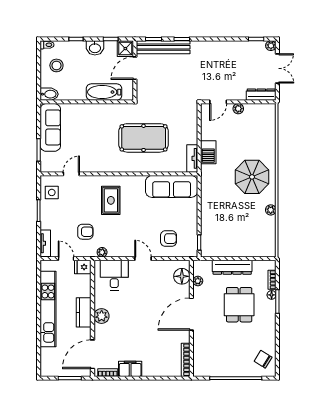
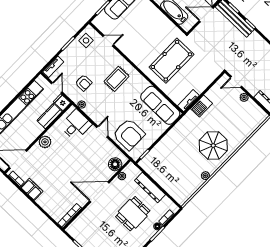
pool table: (144, 138) -> (171, 61), turned 90
armchair: (169, 239) -> (129, 134), width x1.88, depth x1.88
kitchen counter: (84, 312) -> (49, 116), moved

